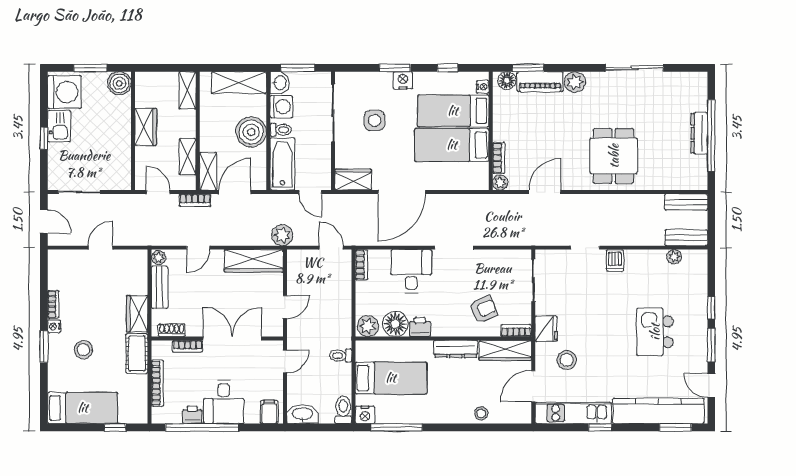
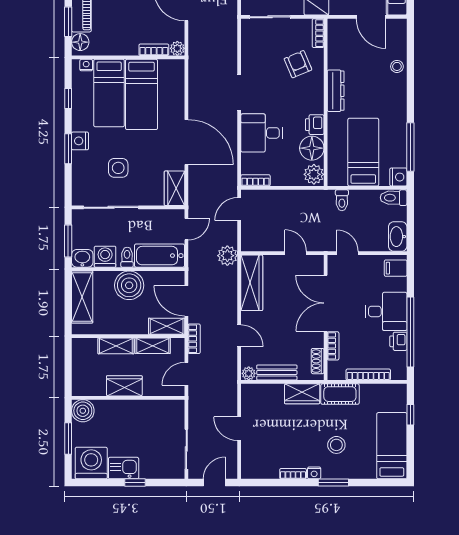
shelving: (187, 90) -> (116, 346), moved
wardrobe: (505, 350) -> (337, 44), removed

